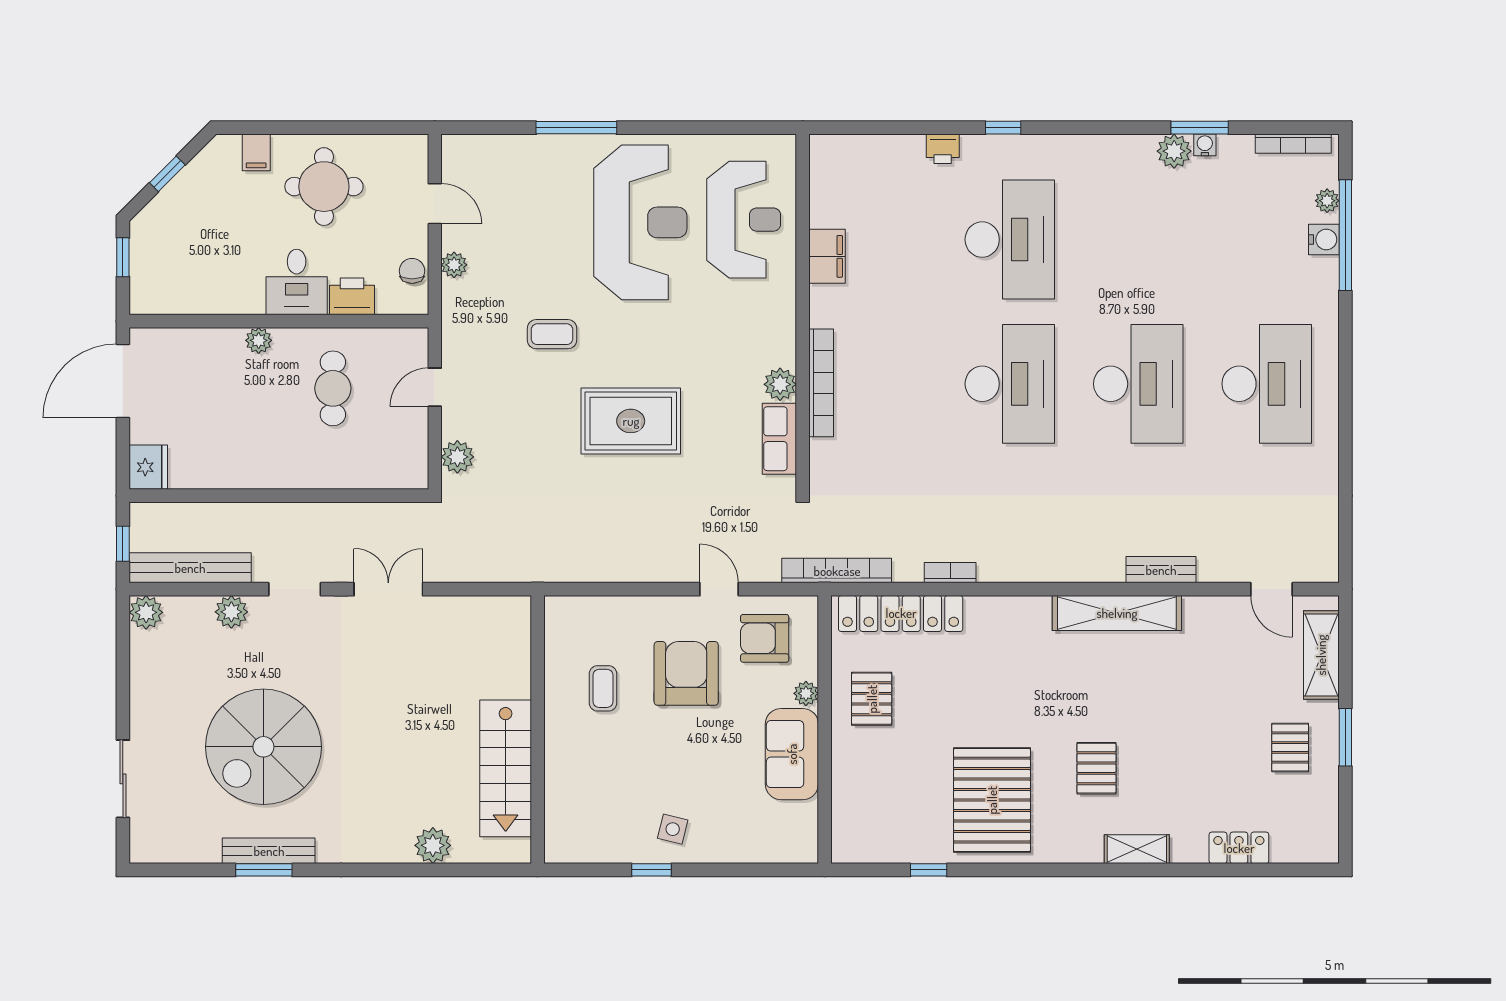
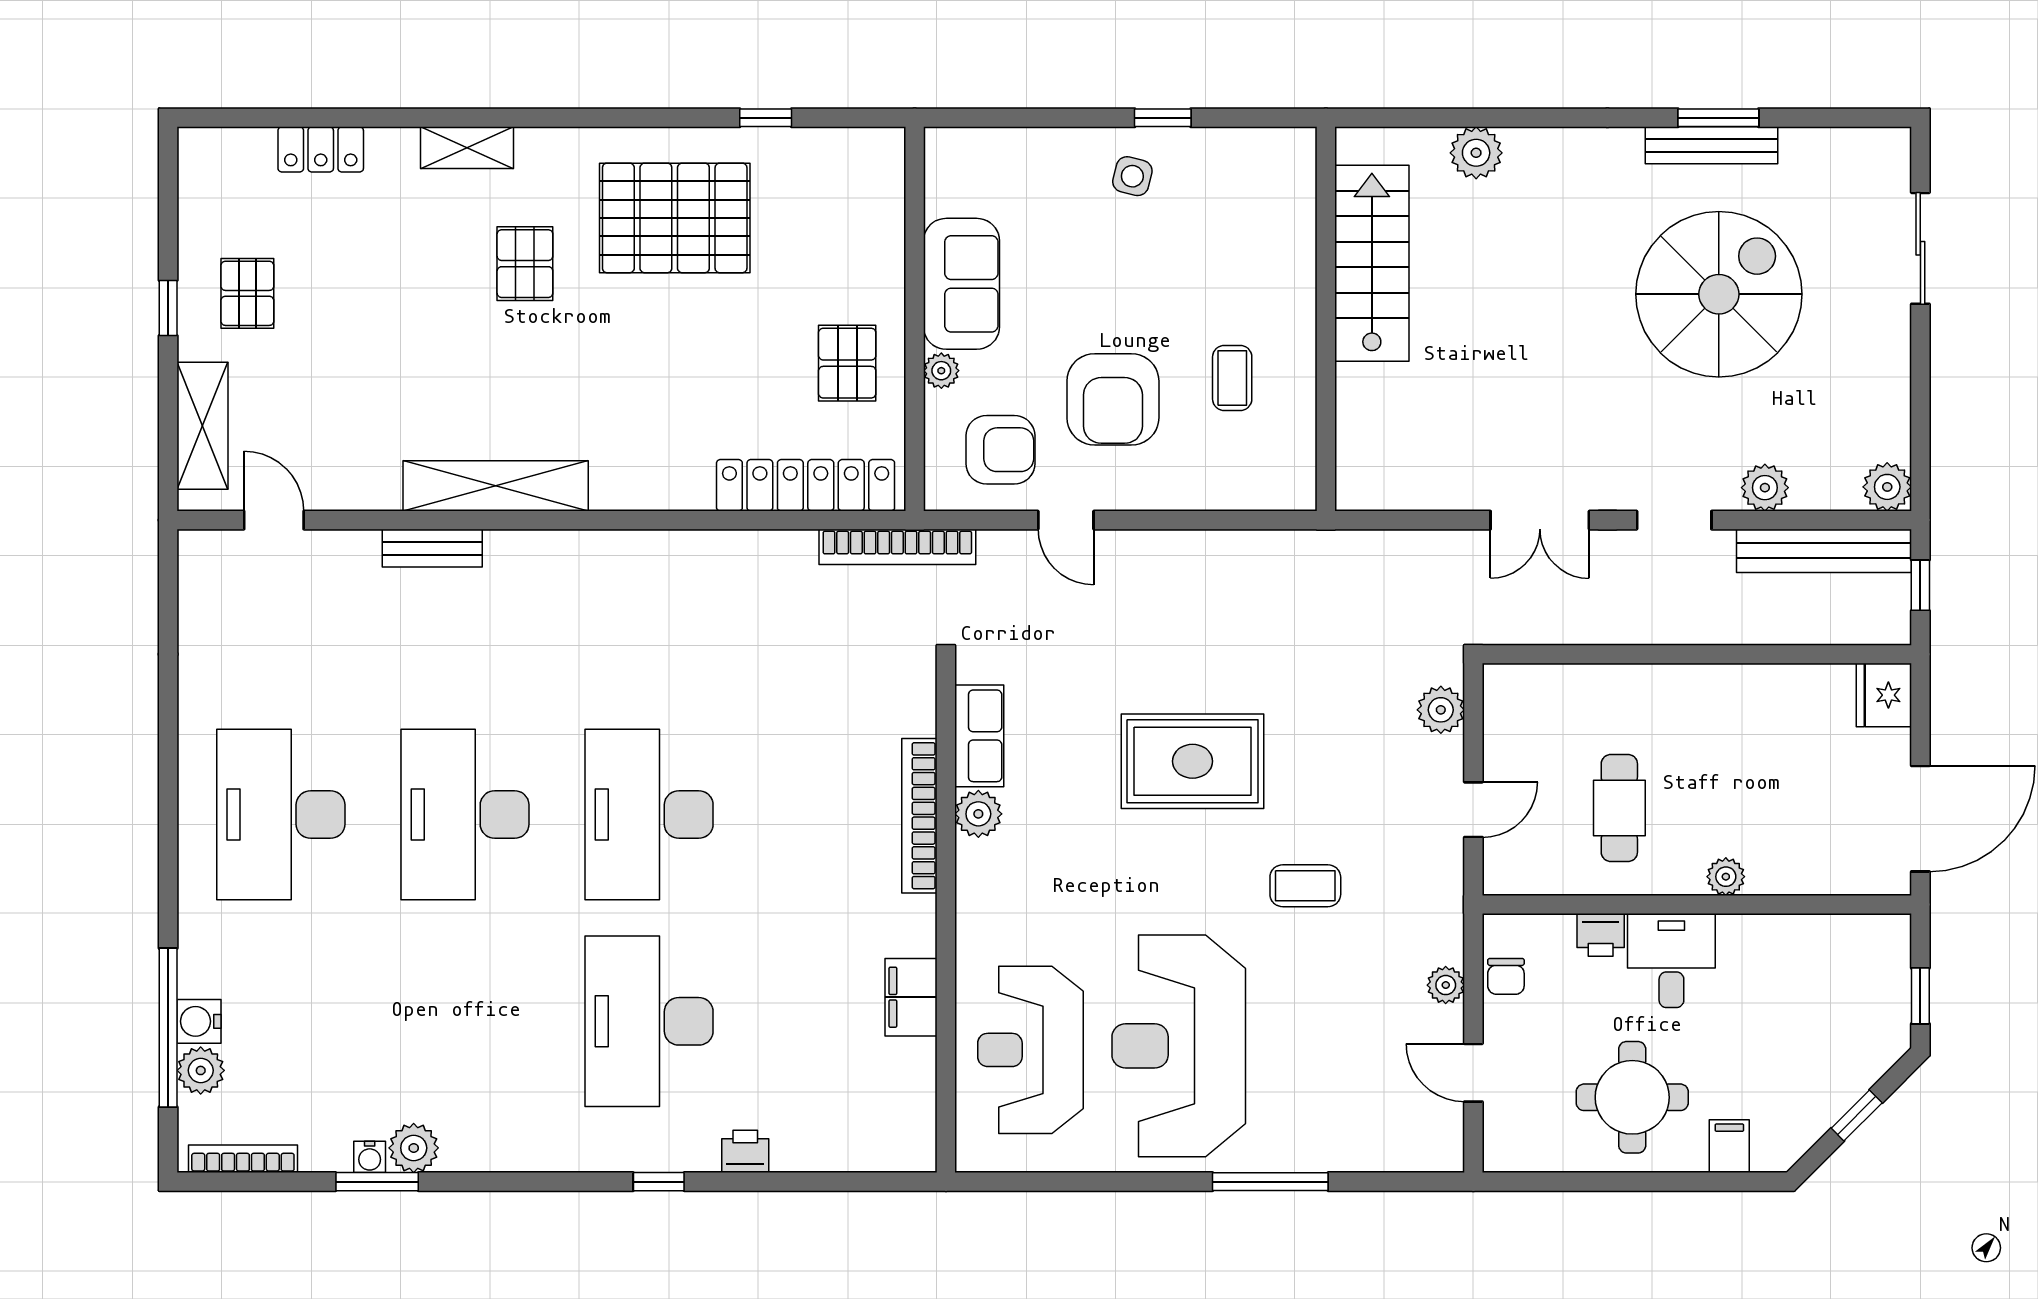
plant: (1327, 201) -> (201, 1070), width x1.38, depth x1.38
printer: (352, 296) -> (1601, 935), width x0.73, depth x0.81
bookcase: (950, 573) -> (735, 544), removed
window: (1345, 737) -> (168, 308), width x0.67
pallet: (992, 800) -> (675, 218), turned 90

